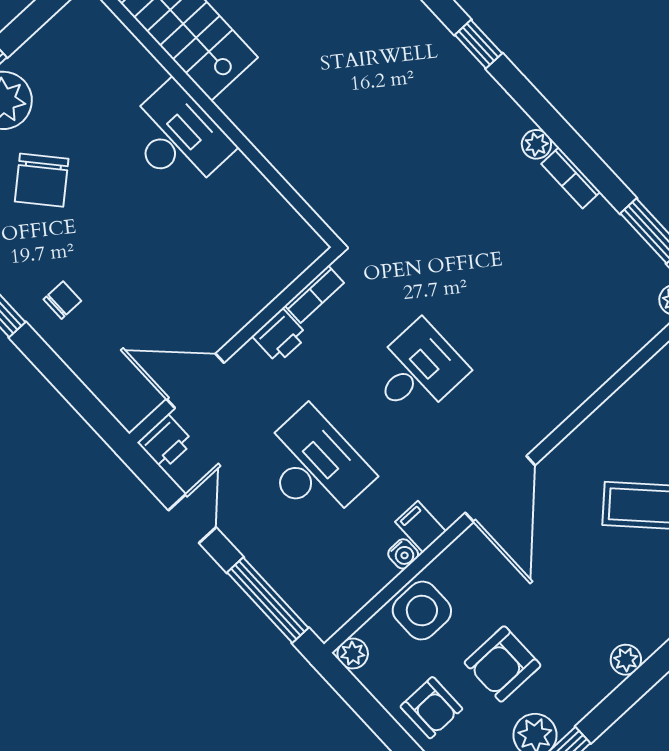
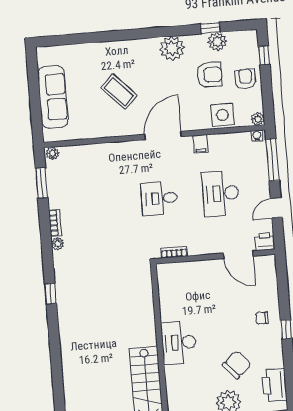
printer: (280, 336) -> (197, 247), removed
water cooler: (403, 554) -> (257, 136), moved
plant: (626, 660) -> (172, 48), width x1.88, depth x1.88

